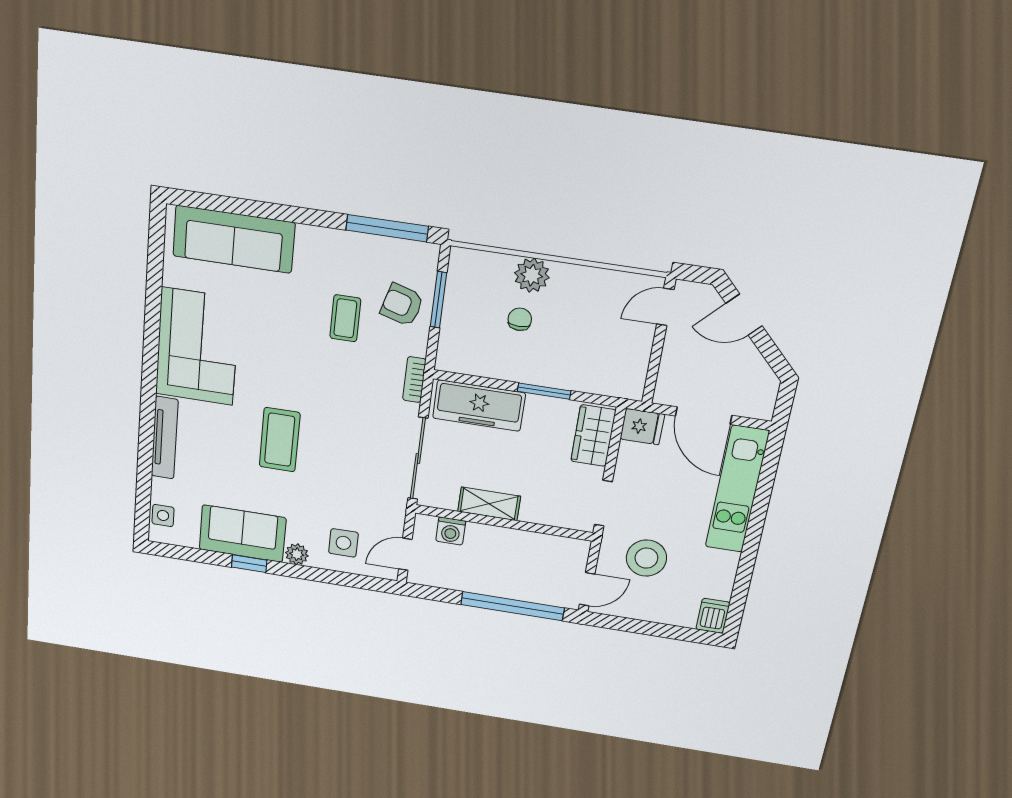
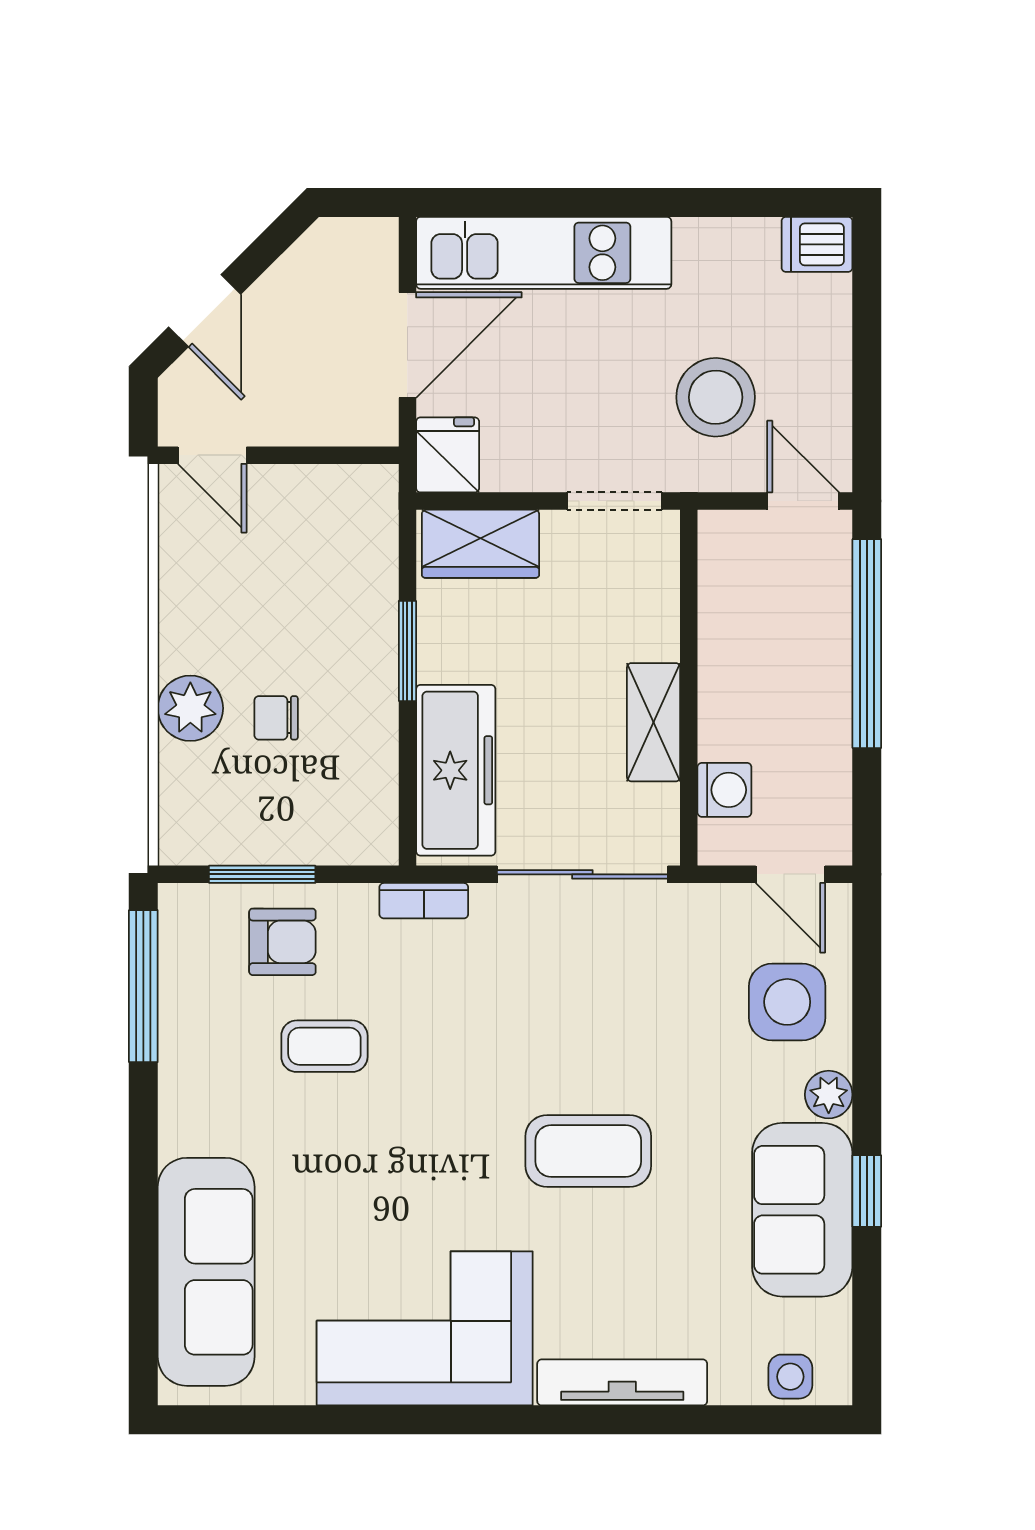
armchair: (402, 305) -> (282, 942), turned -106
side table: (343, 543) -> (787, 1002), width x1.37, depth x1.37

